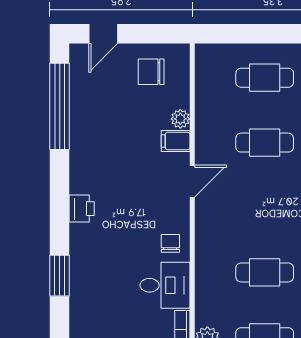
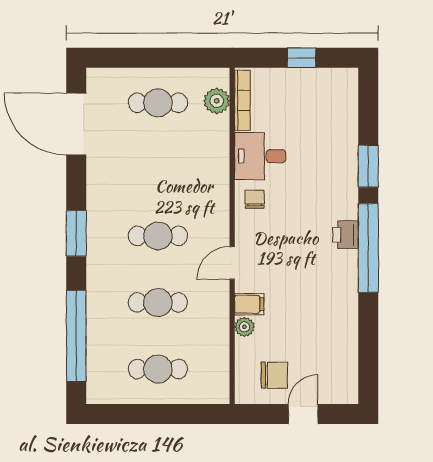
door: (103, 34) -> (303, 414), moved
window: (60, 106) -> (368, 248), moved
chair: (170, 243) -> (255, 199), turned 180
cafe table: (265, 272) -> (158, 236), moved

